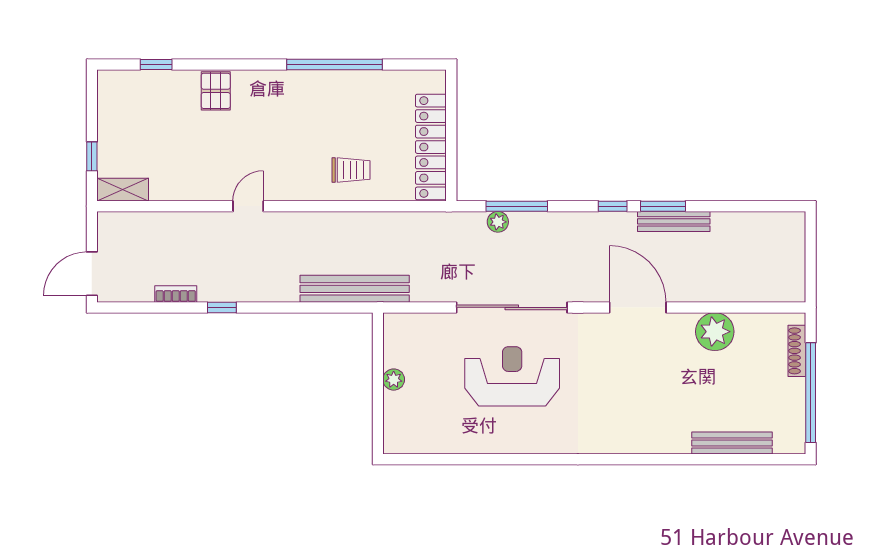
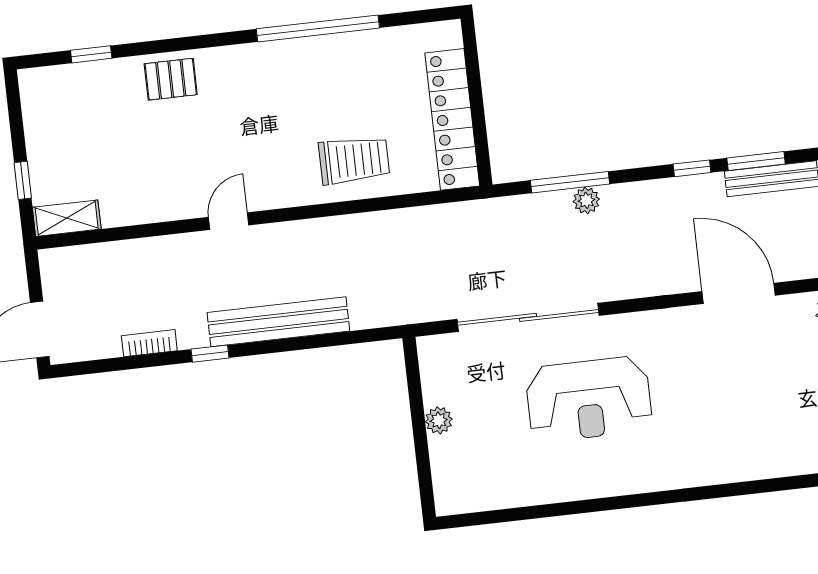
pallet: (216, 91) -> (171, 79), turned 90
trolley: (351, 170) -> (354, 160), width x1.36, depth x1.39
plant: (498, 222) -> (586, 200), moved
bench: (355, 289) -> (278, 322), moved
sliding door: (512, 307) -> (528, 317), moved
reception desk: (512, 376) -> (589, 399), turned 180

